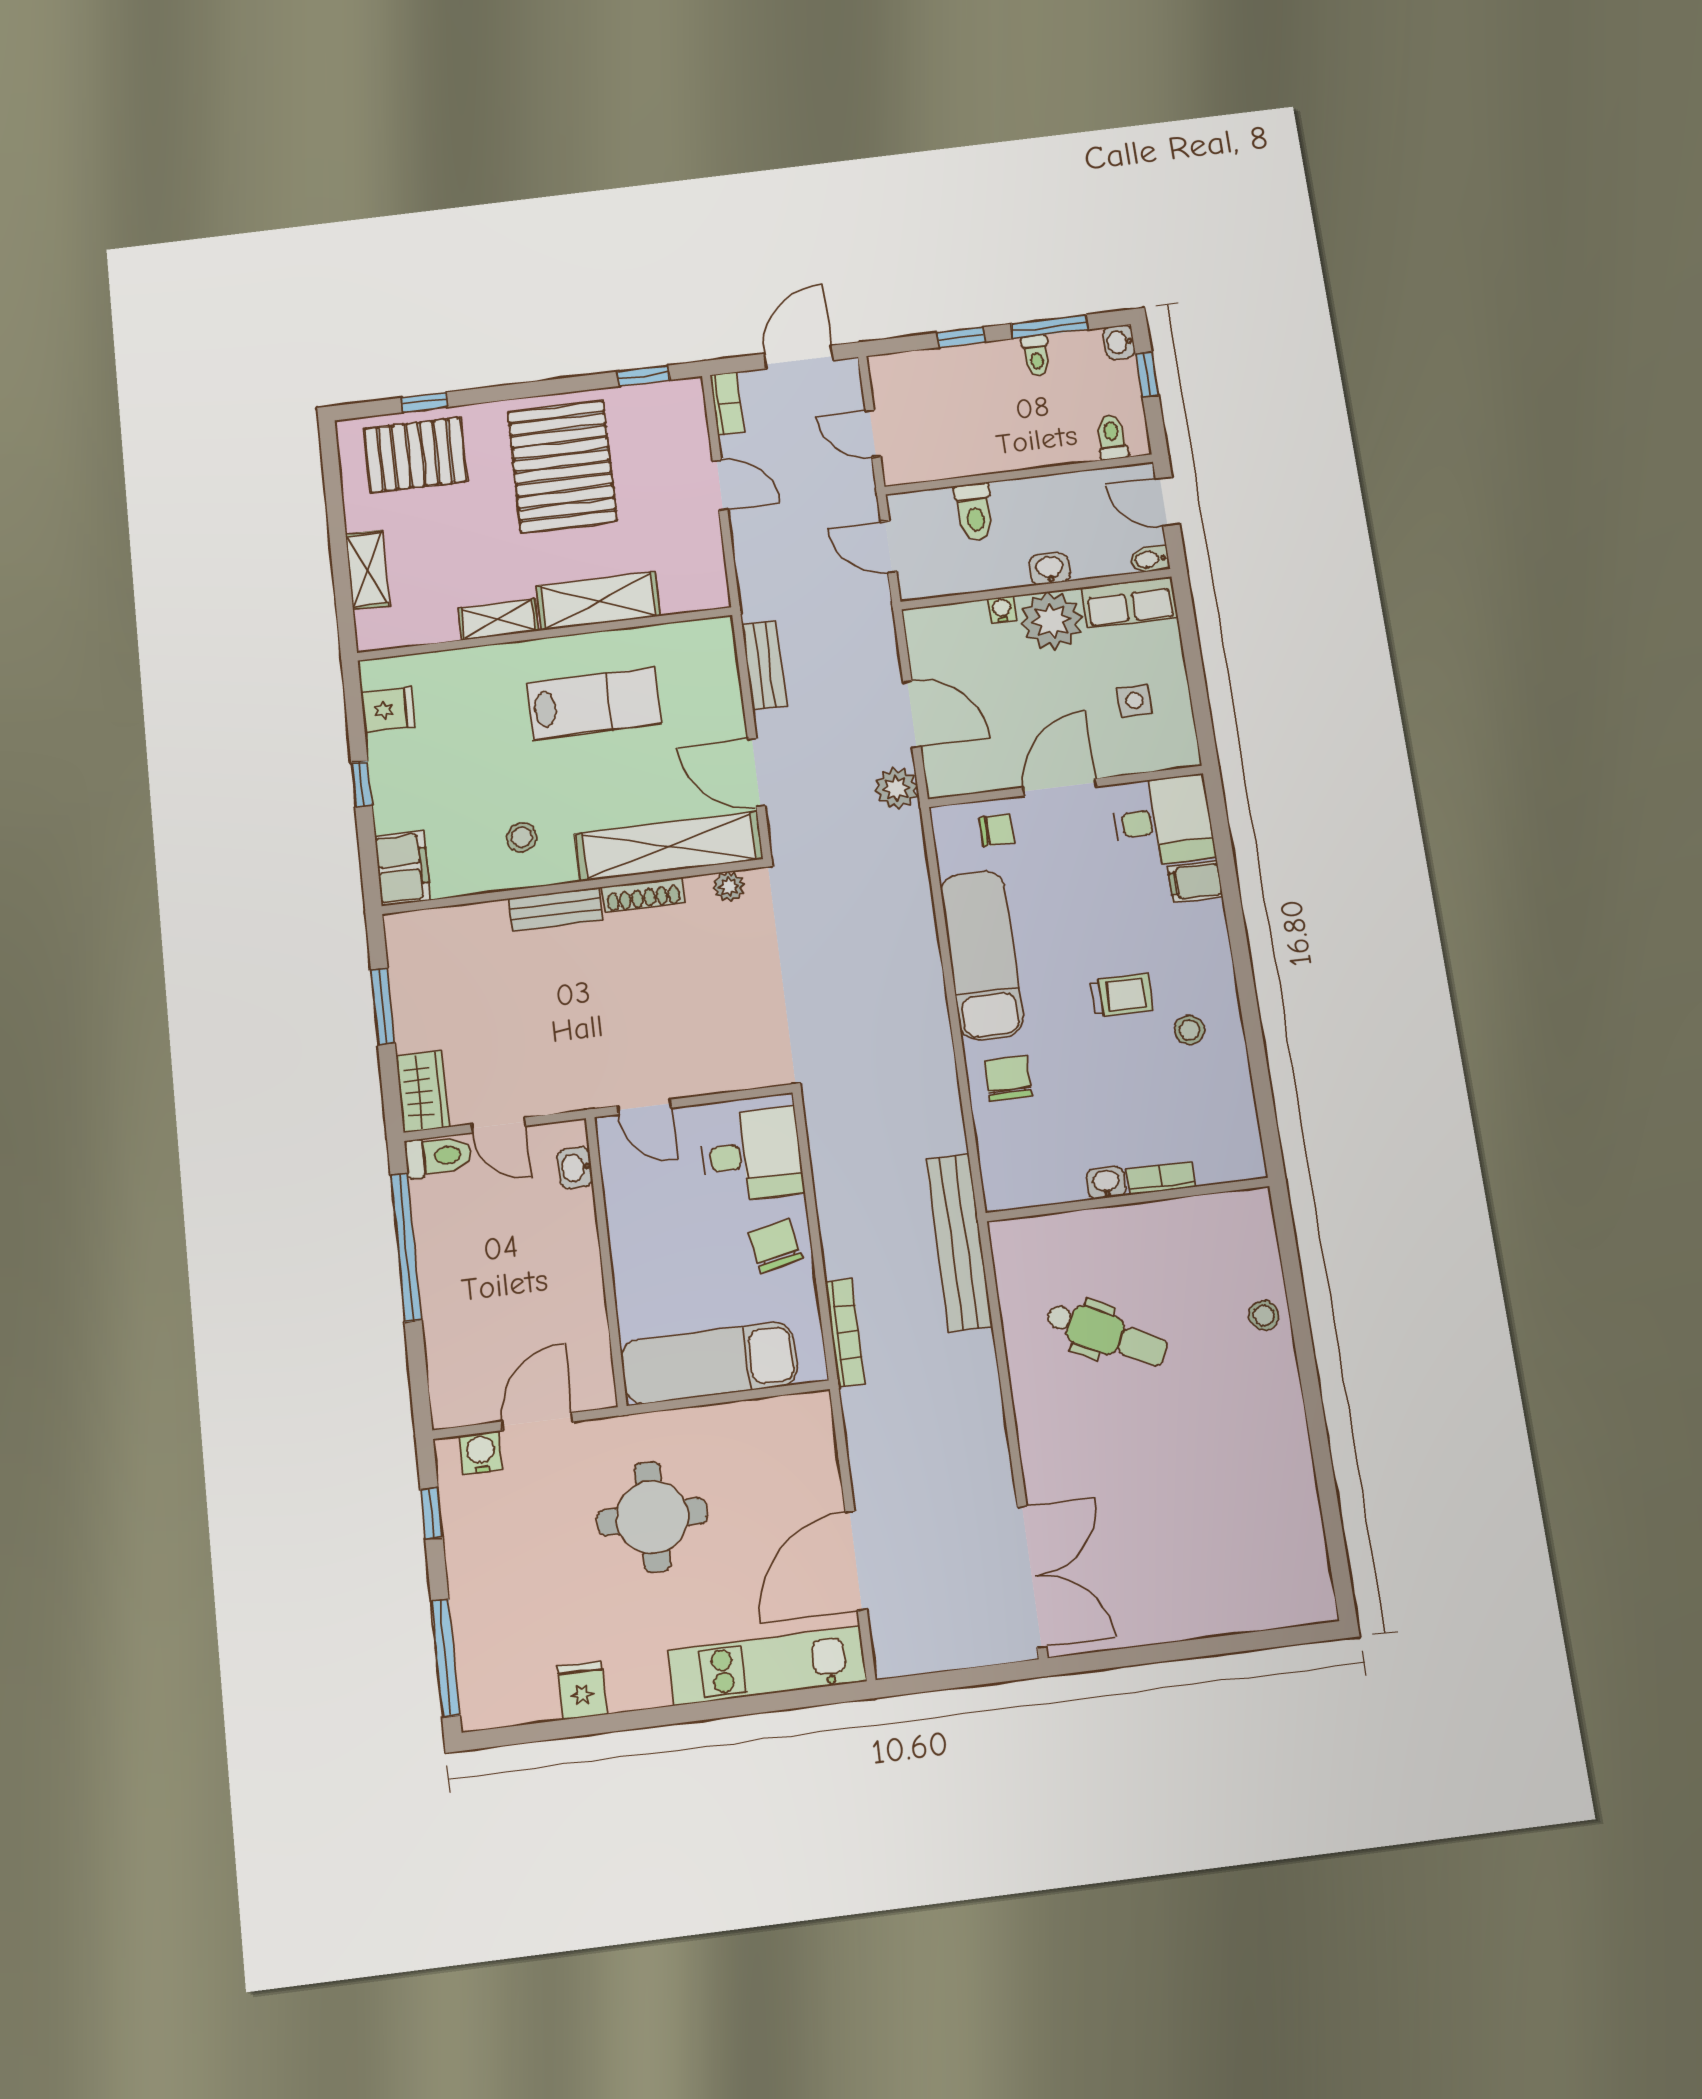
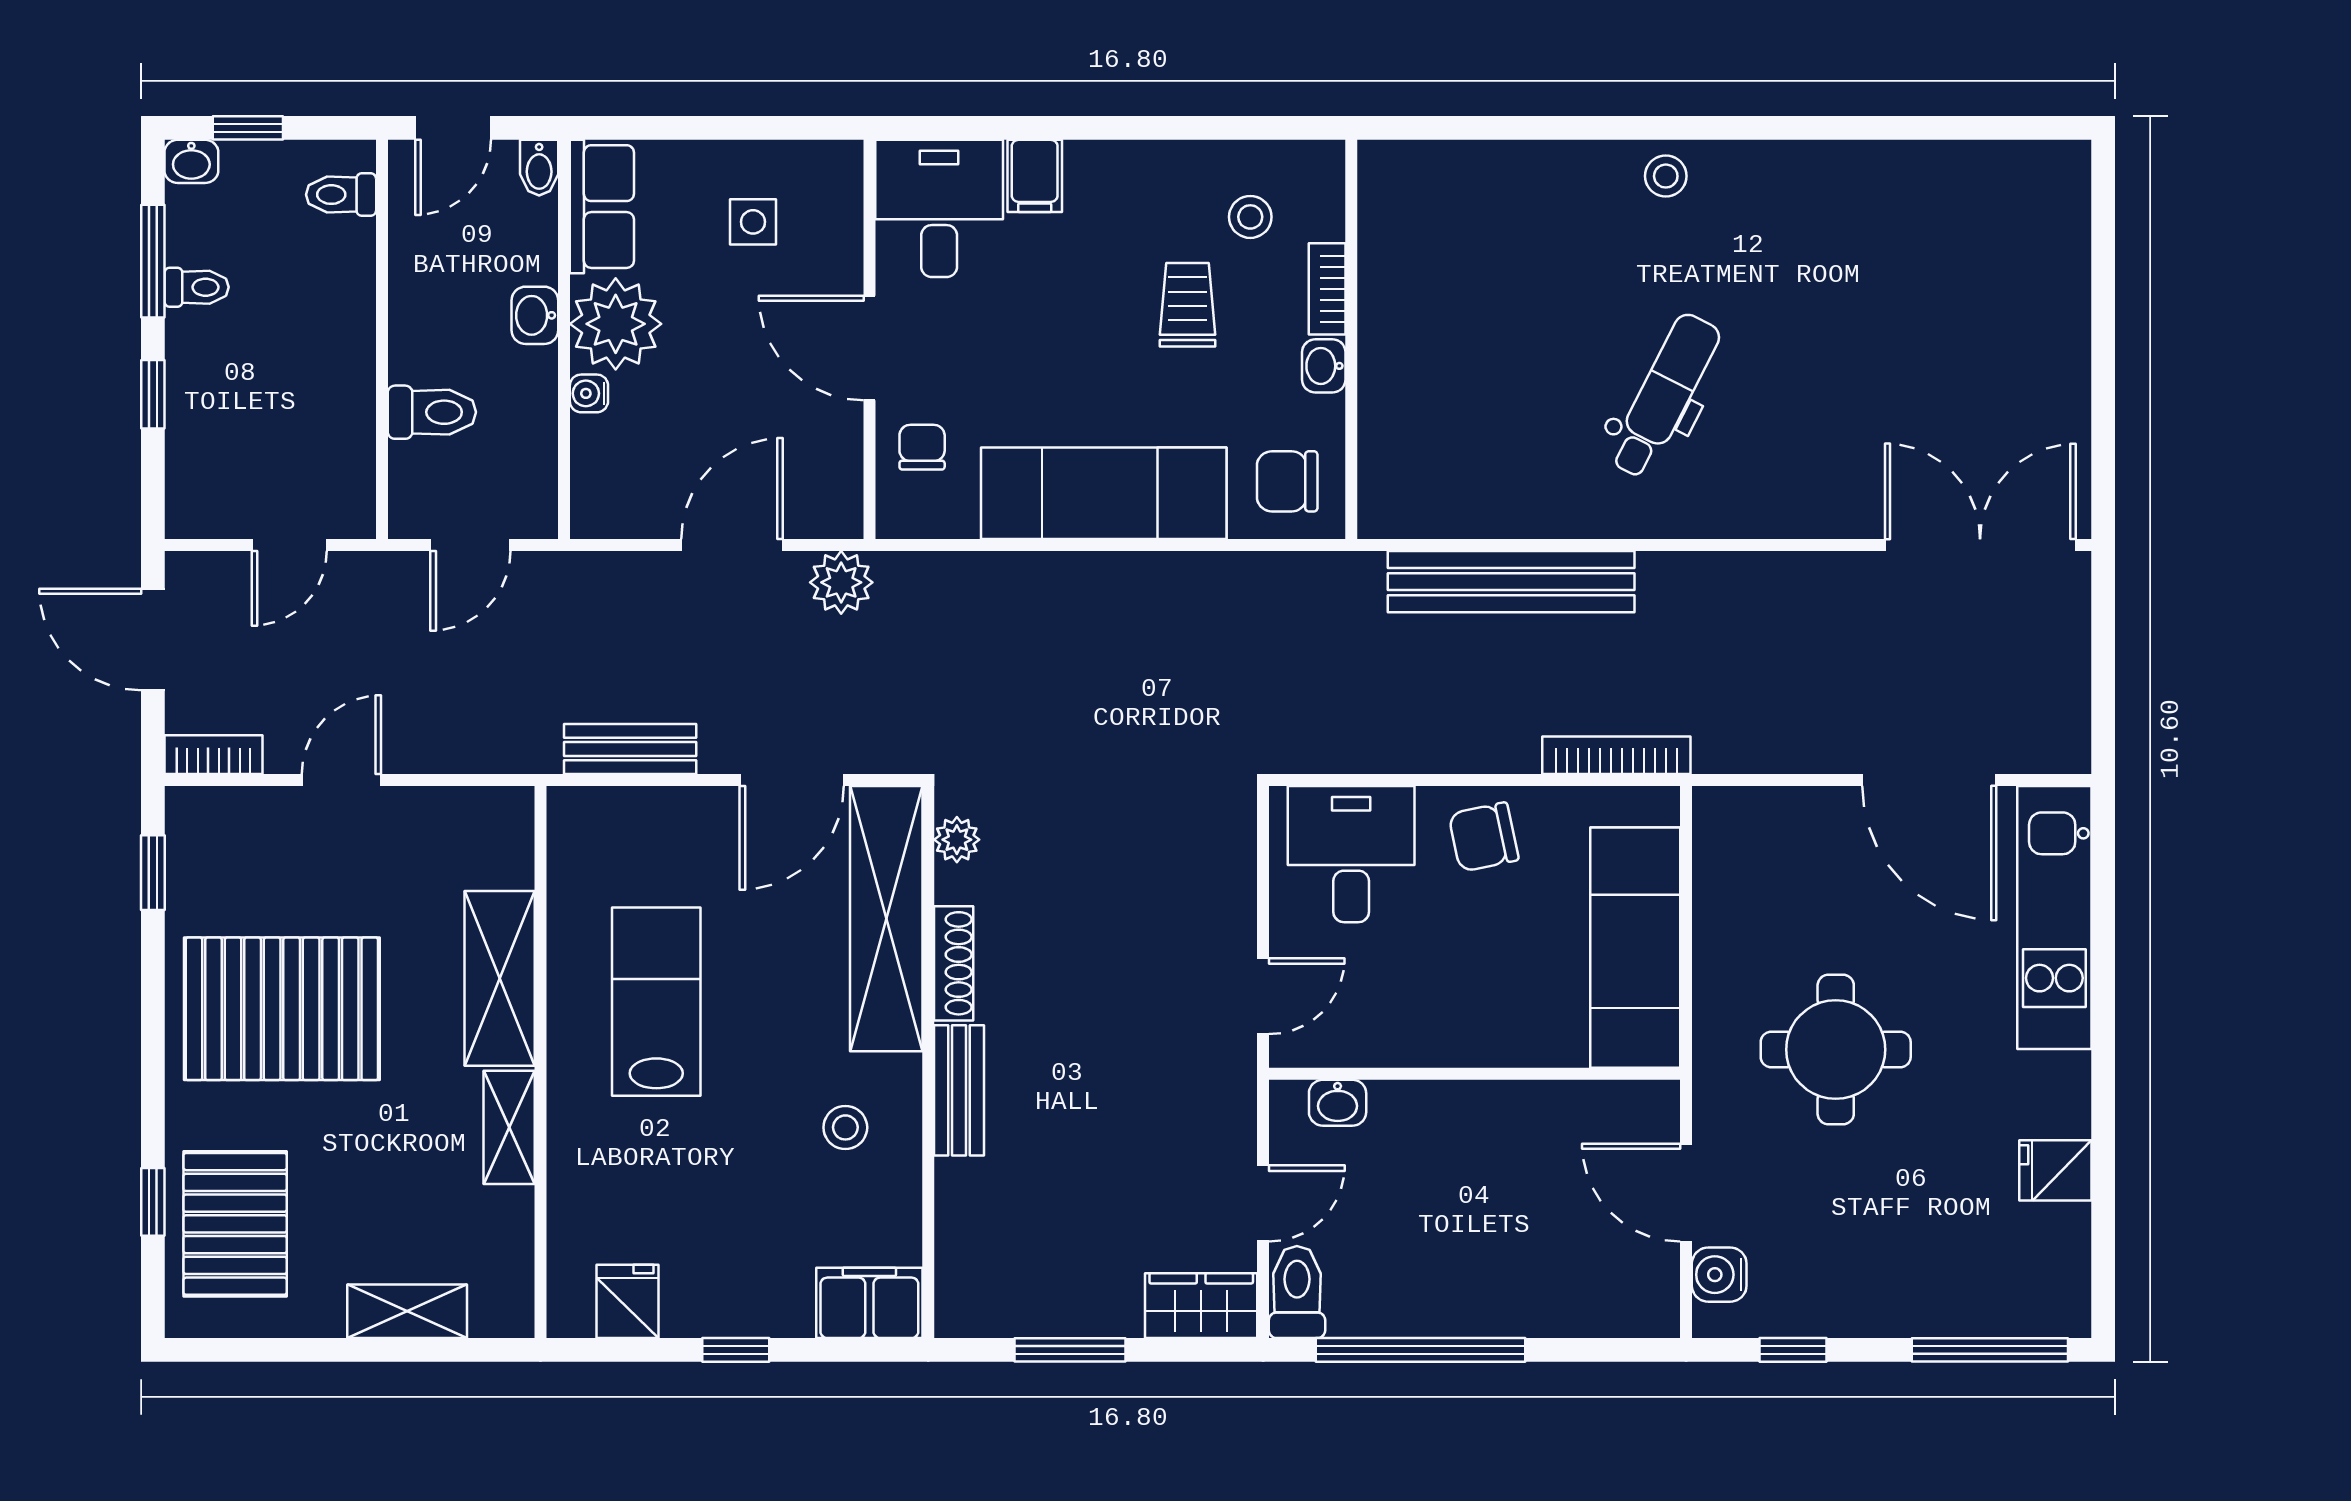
bookcase: (1161, 1178) -> (1327, 289), moved
washbasin: (1106, 1183) -> (1324, 366), moved
wall: (1128, 1199) -> (1351, 339), moved

